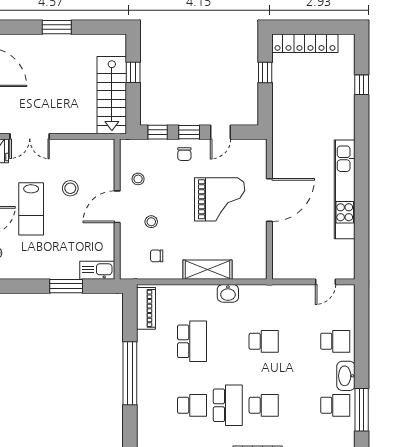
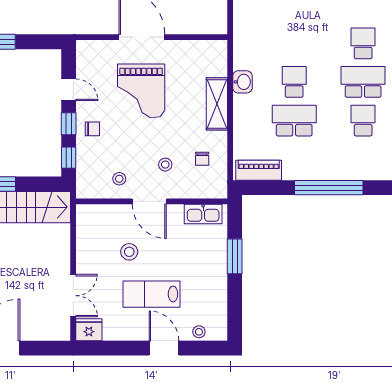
grand piano: (220, 199) -> (141, 91), turned 180
lab bench: (31, 209) -> (151, 294), turned 180
kitchen sink: (97, 270) -> (203, 214), moved, turned -90
school desk: (264, 341) -> (294, 82), moved

